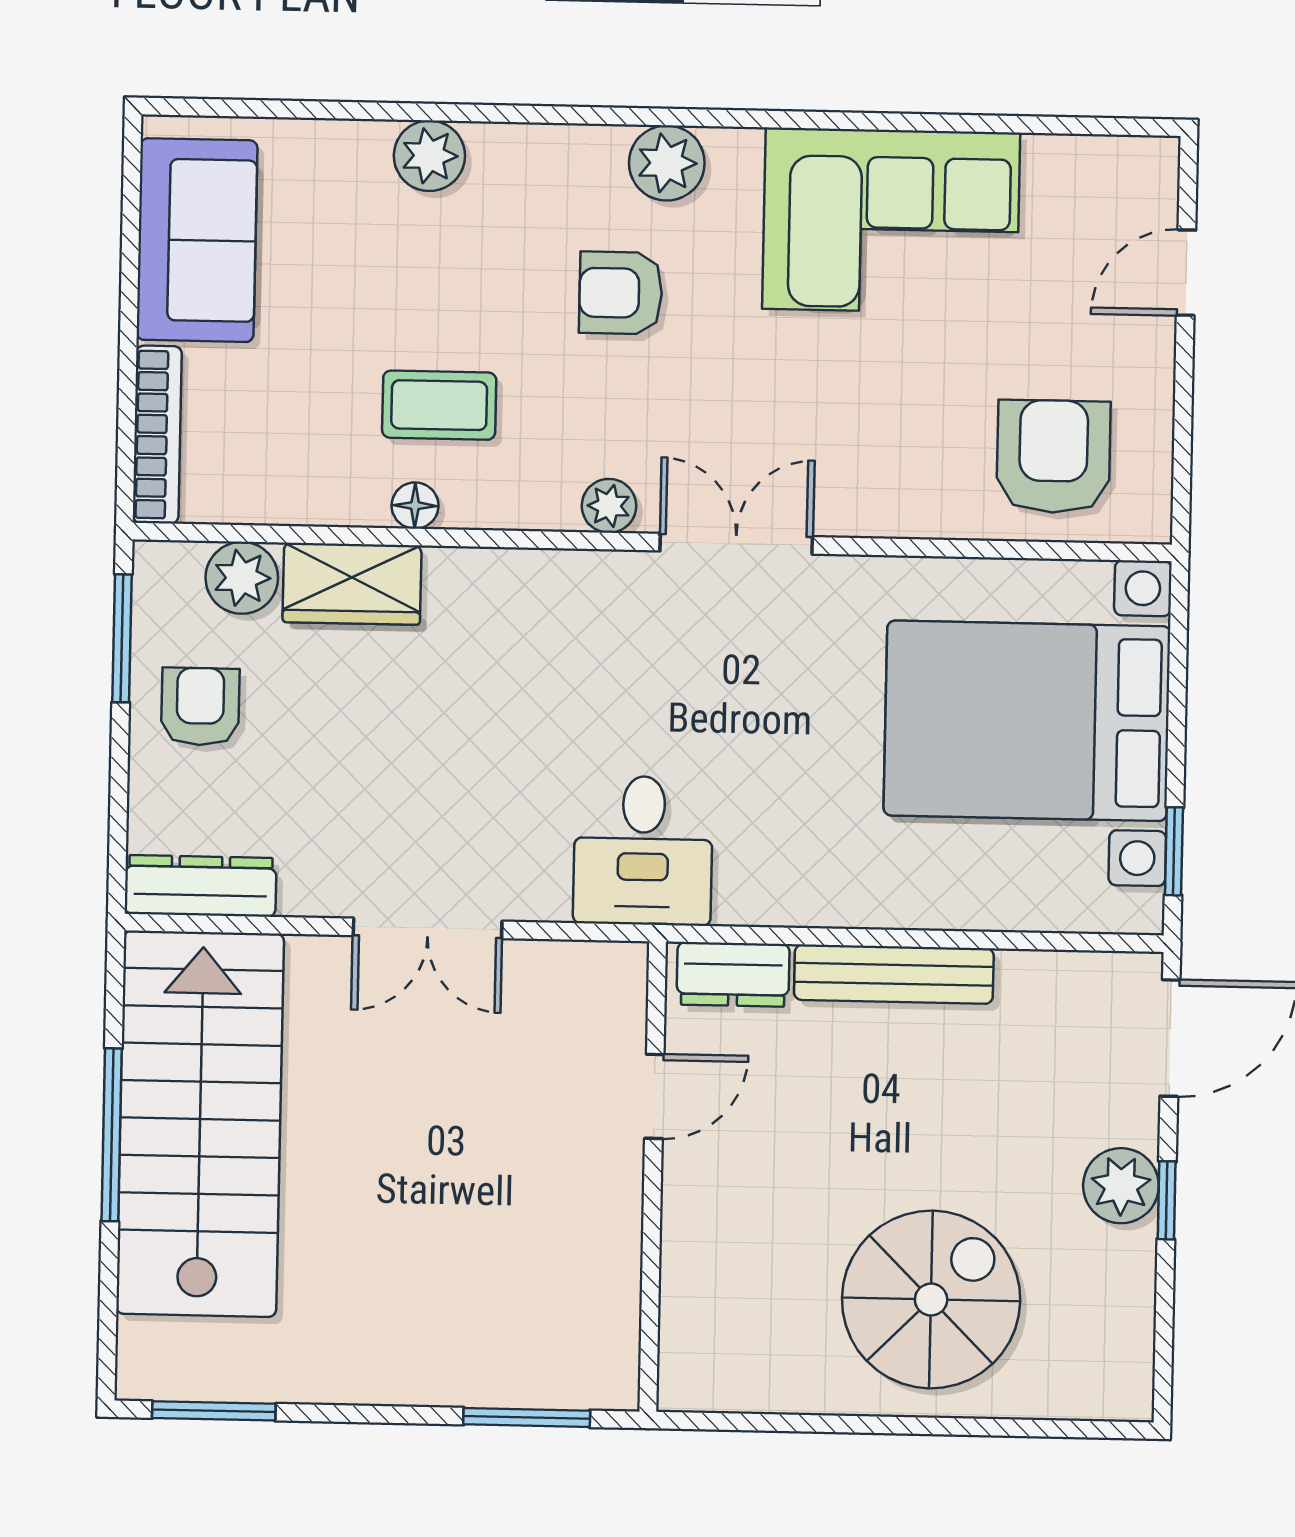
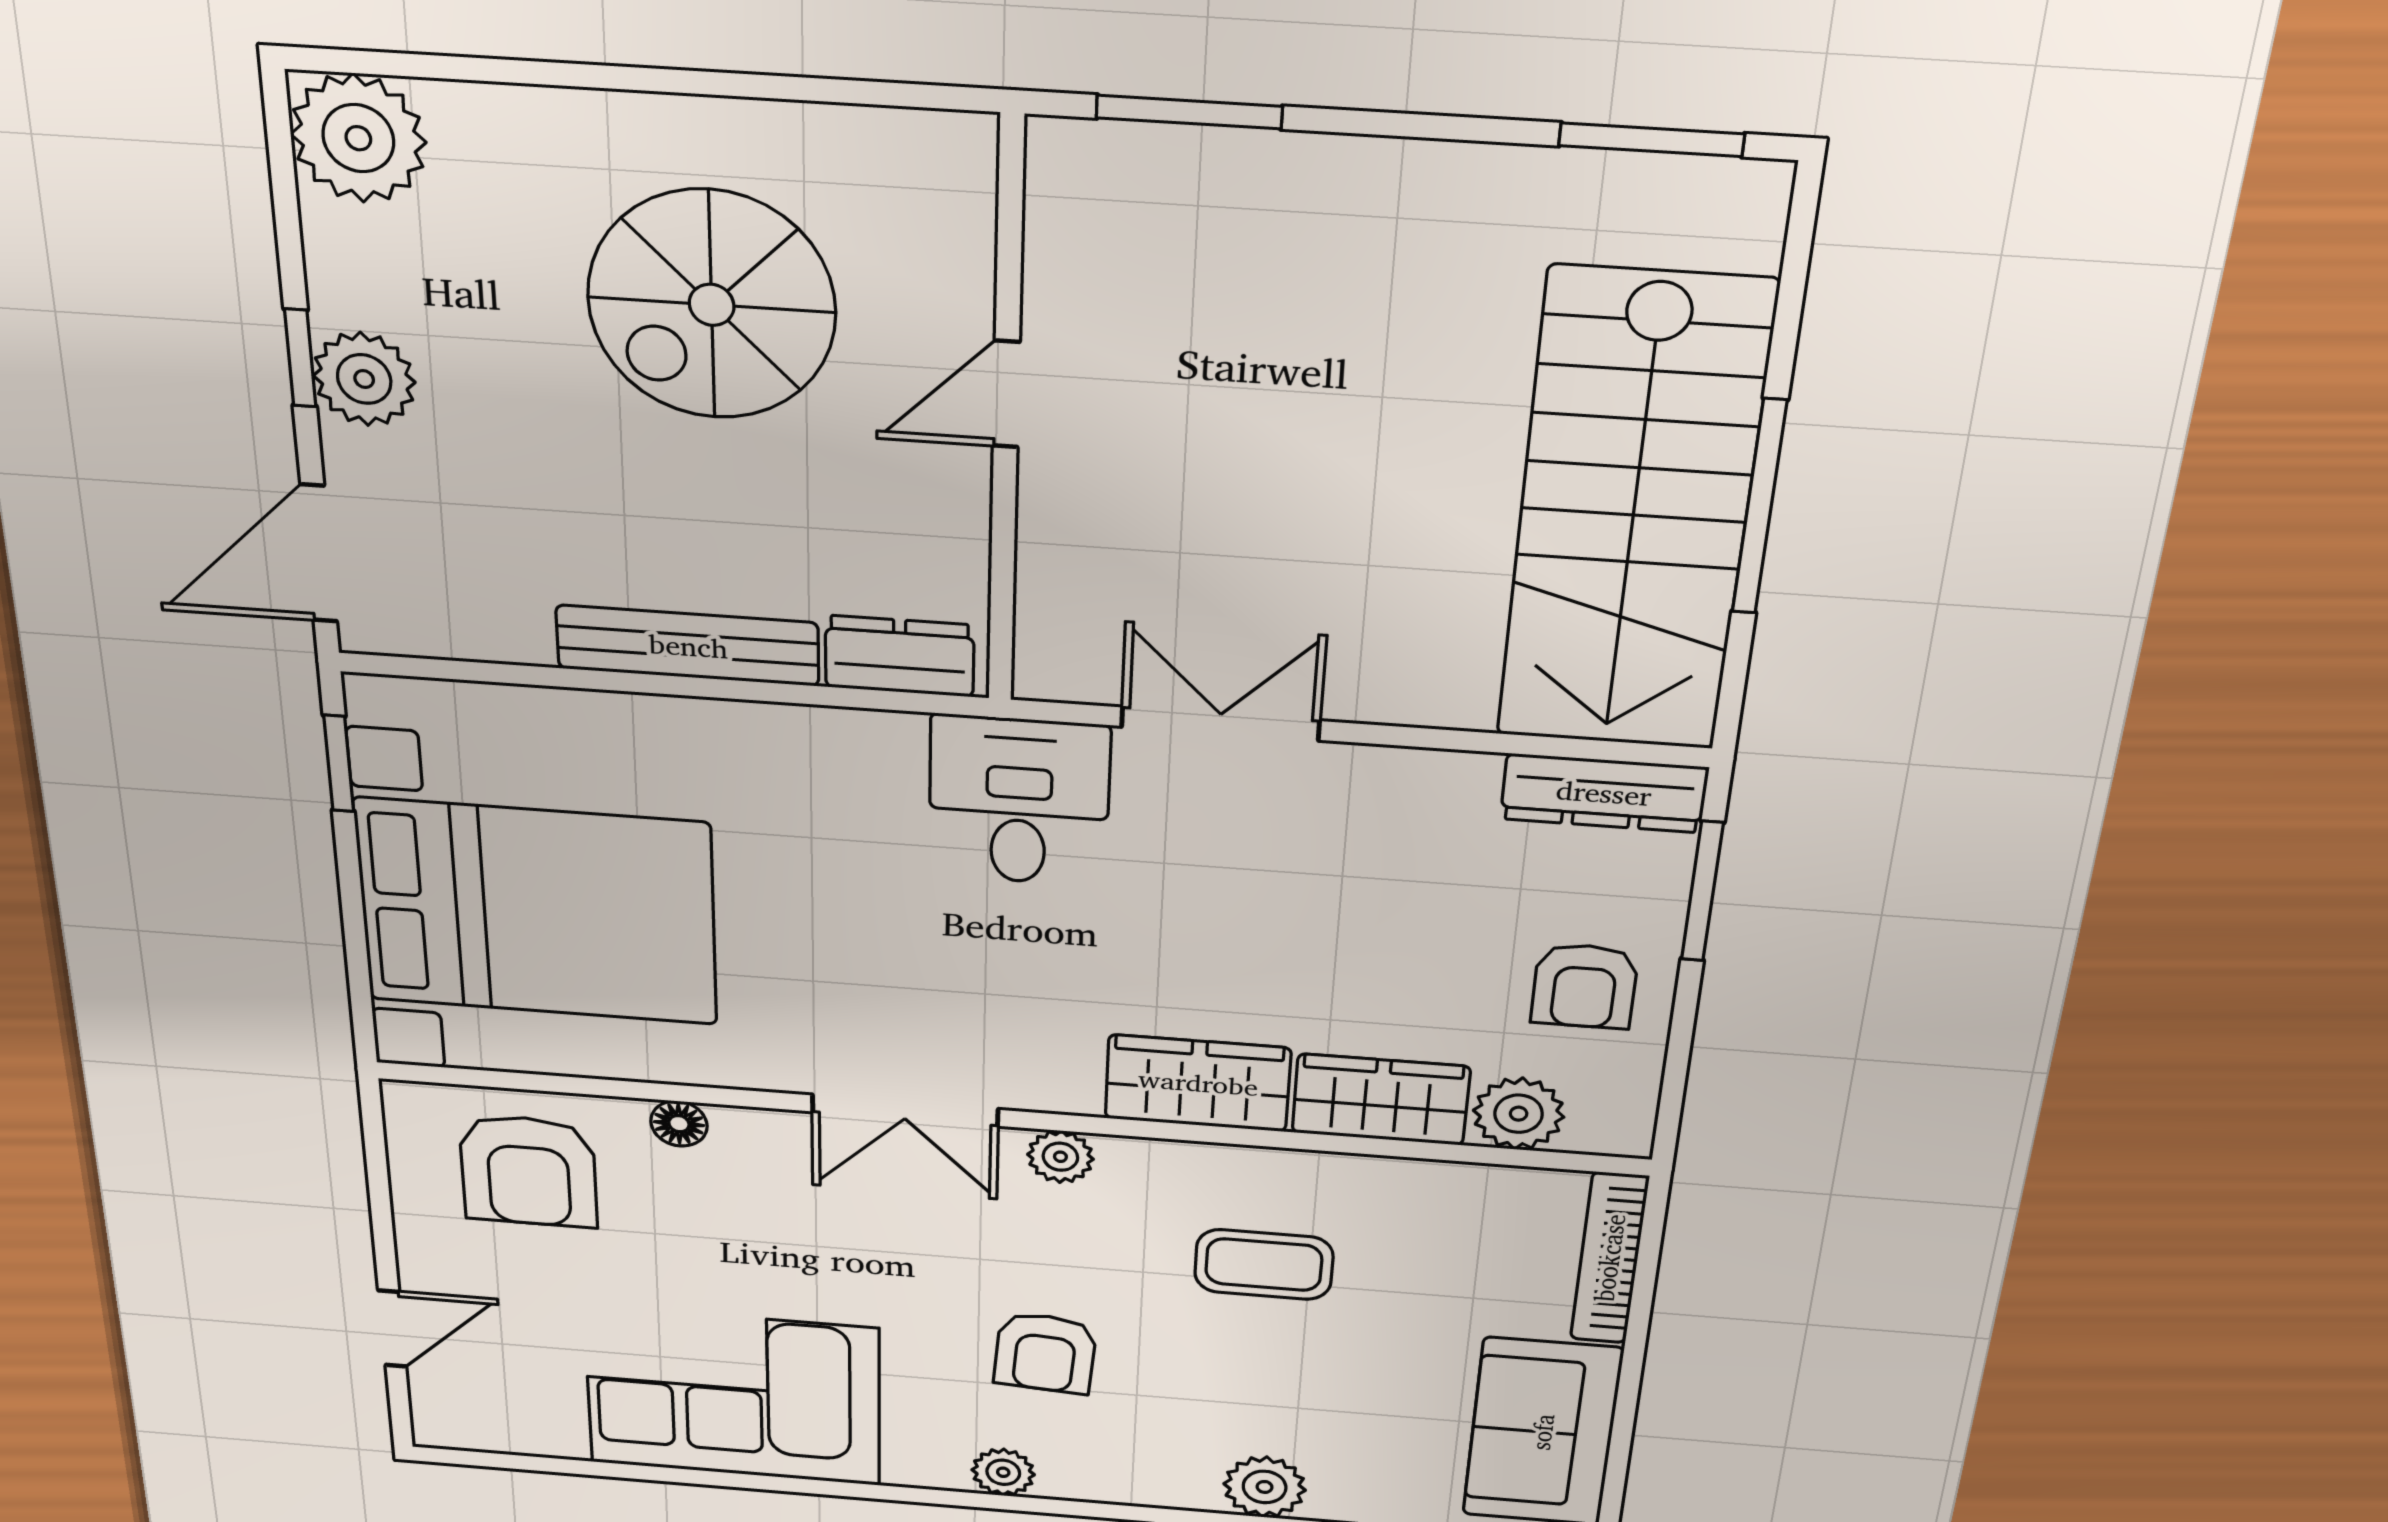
plant: (667, 163) -> (1003, 1472), width x0.73, depth x0.73
armchair: (621, 293) -> (1045, 1353), turned 94
floor lamp: (415, 506) -> (679, 1124), moved
wardrobe: (499, 589) -> (1198, 1083), added
window: (122, 638) -> (1702, 891), moved
double door: (428, 928) -> (1220, 724), moved
door: (654, 1096) -> (1006, 394), moved
spiral stairs: (931, 1299) -> (712, 305), moved
plant: (1107, 1373) -> (358, 138), added

